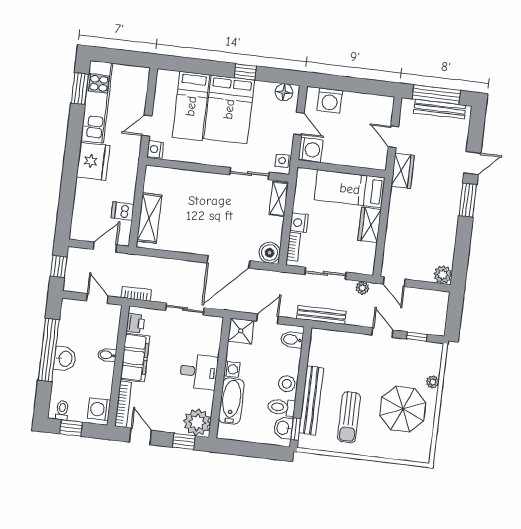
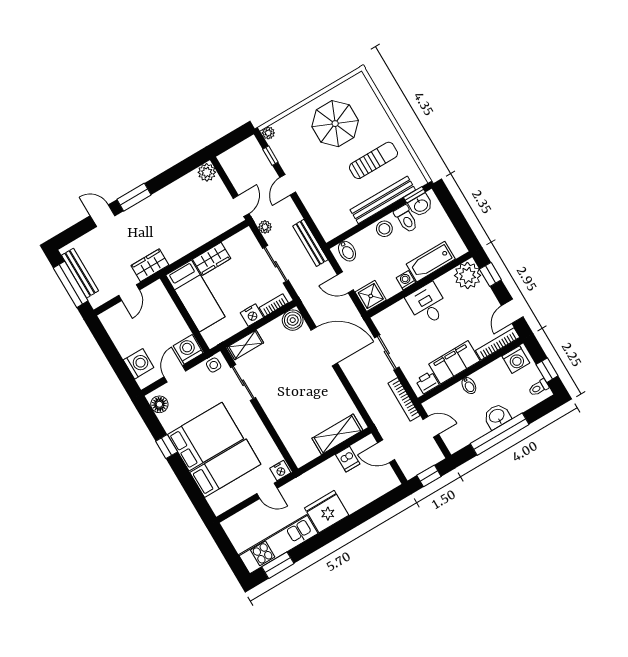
bookcase: (136, 294) -> (404, 399), width x1.56
door: (97, 298) -> (431, 427), swing flipped
plant: (433, 382) -> (268, 133), moved

